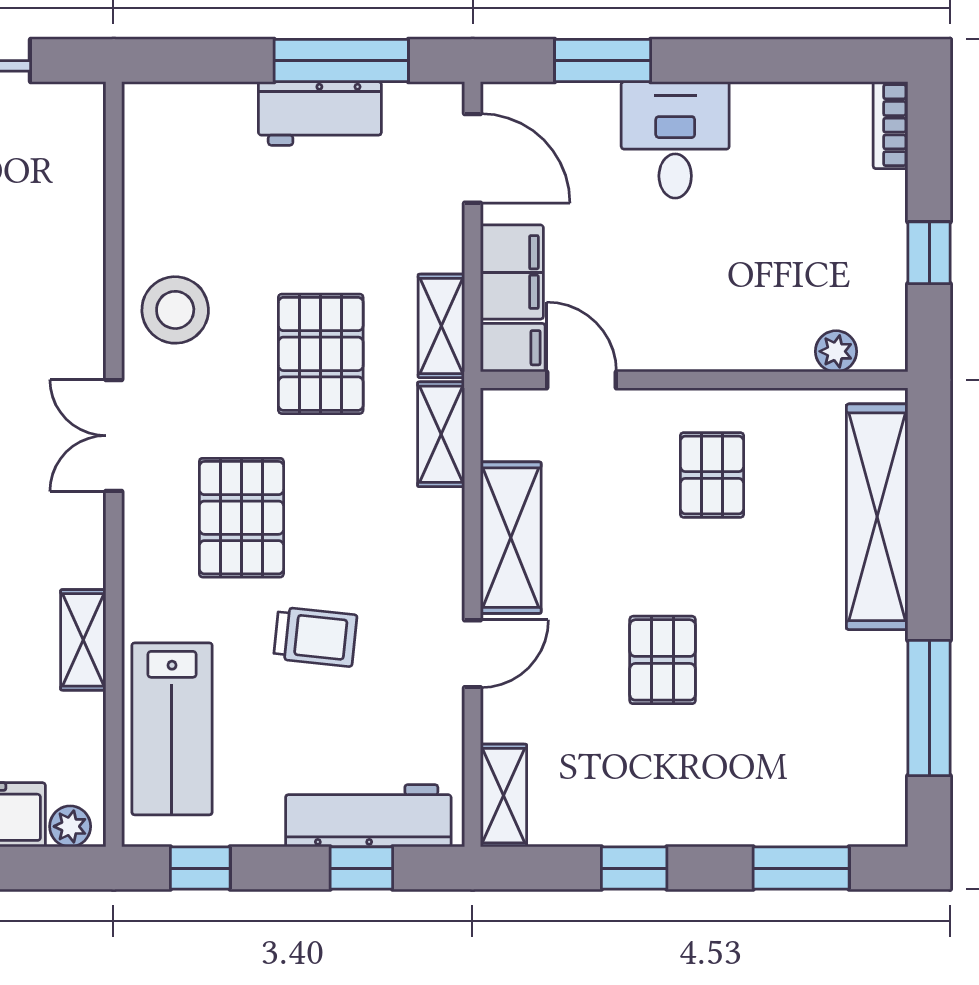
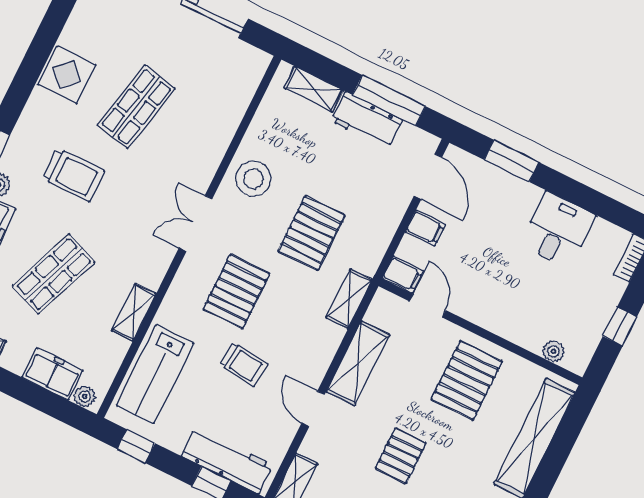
desk: (675, 140) -> (558, 230), moved
filing cabinet: (512, 272) -> (425, 228), width x0.50
shelving: (441, 326) -> (314, 89), moved, turned 90
pallet: (712, 475) -> (467, 380), width x1.50, depth x1.42
door: (473, 654) -> (313, 409), swing flipped

